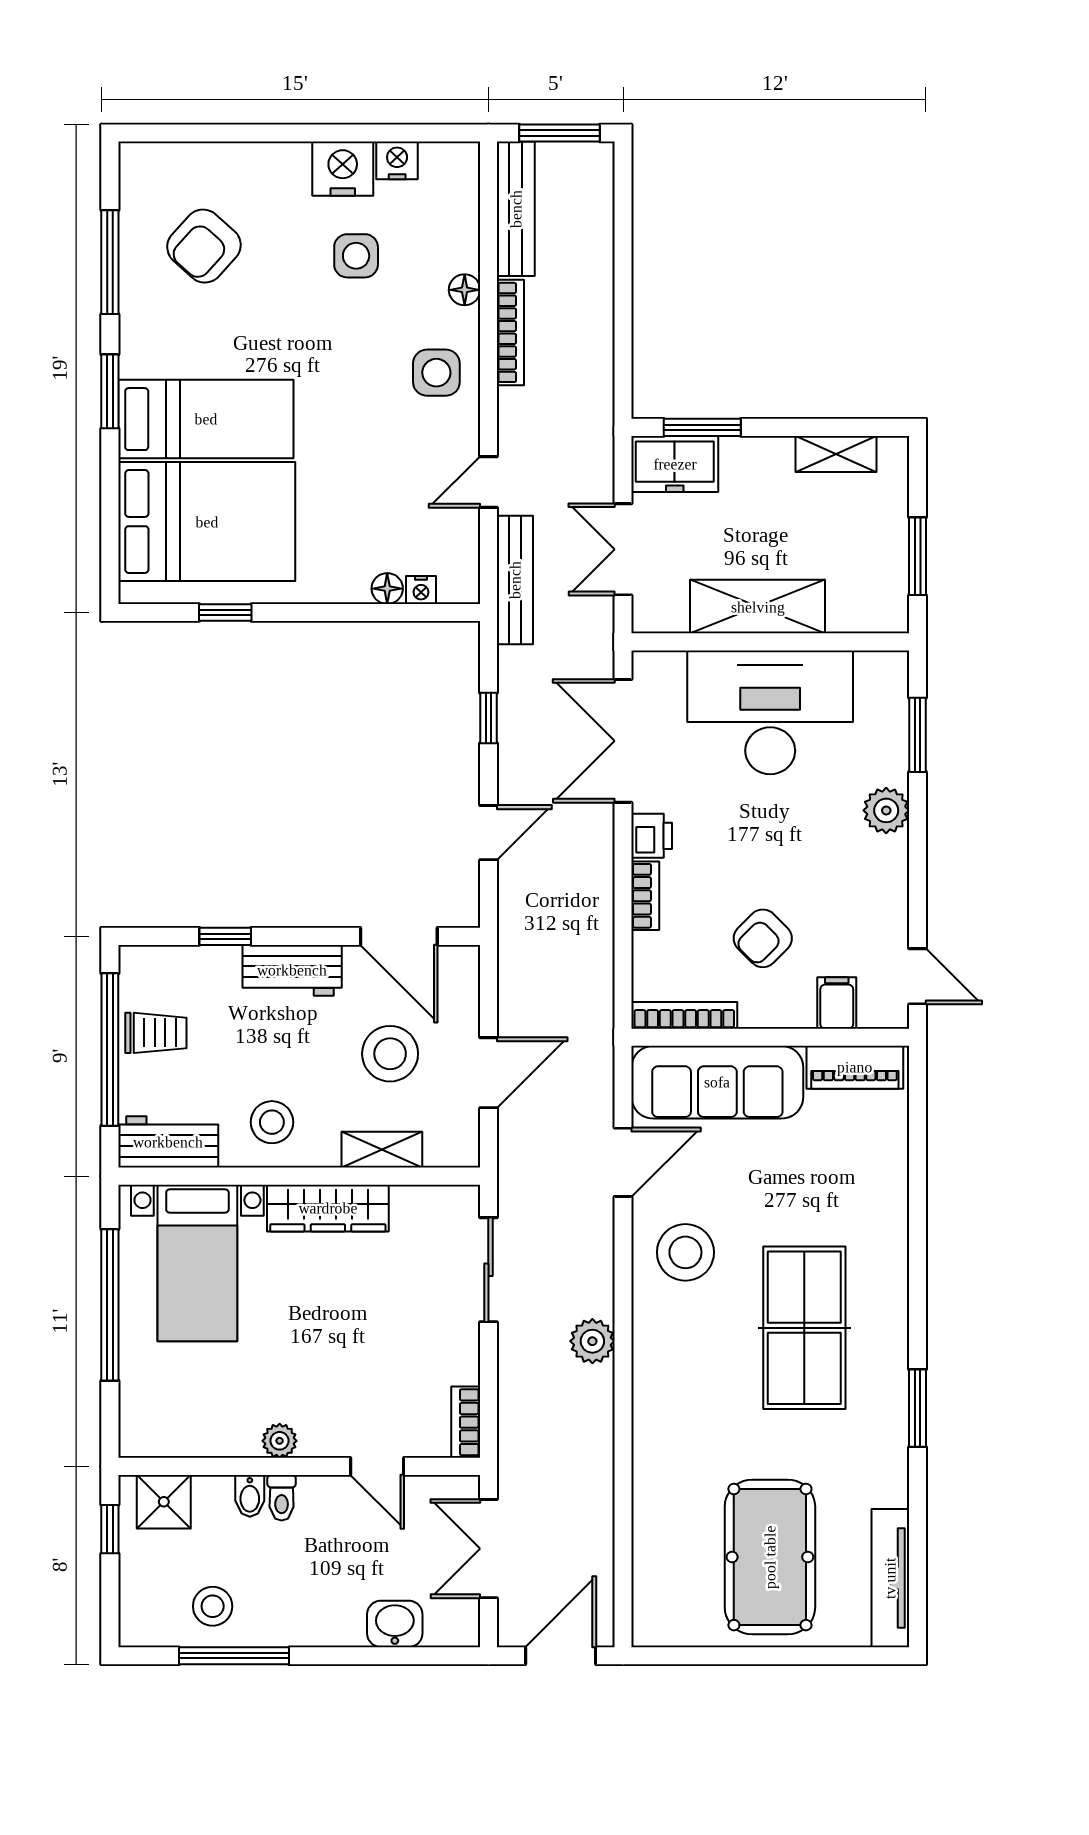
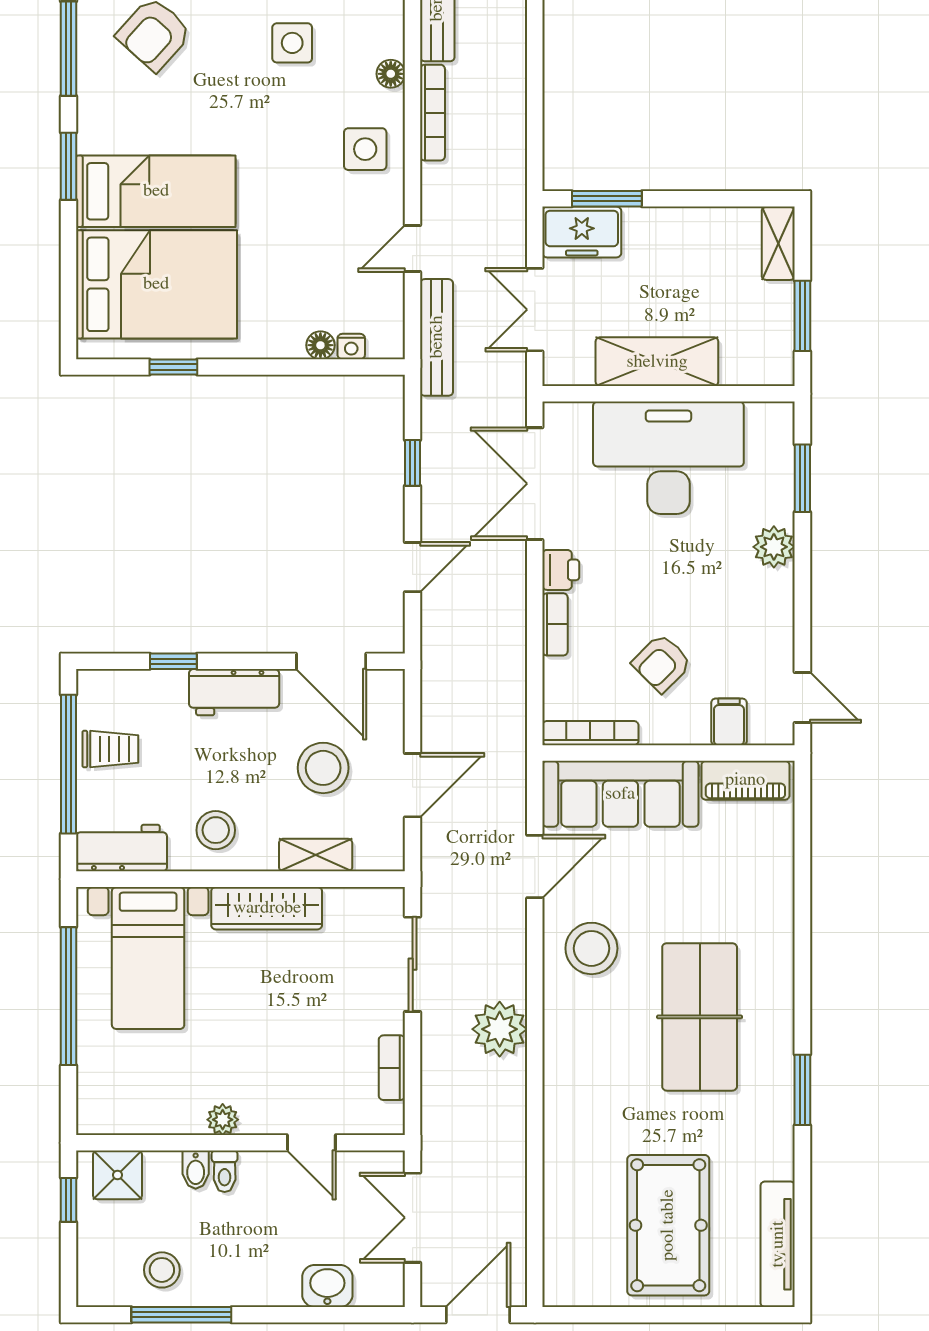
shelving: (836, 454) -> (778, 243), moved, turned 90
plant: (592, 1341) -> (500, 1029), width x1.36, depth x1.36
bookcase: (466, 1422) -> (392, 1068), moved

